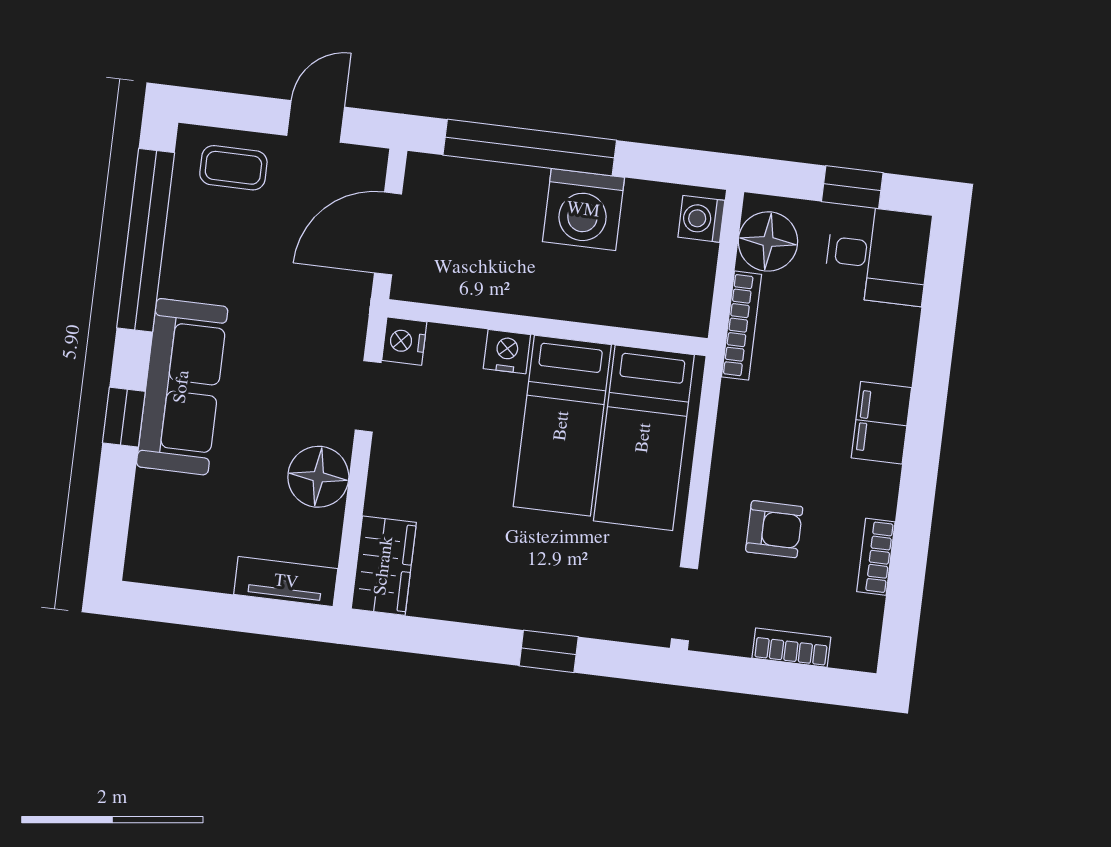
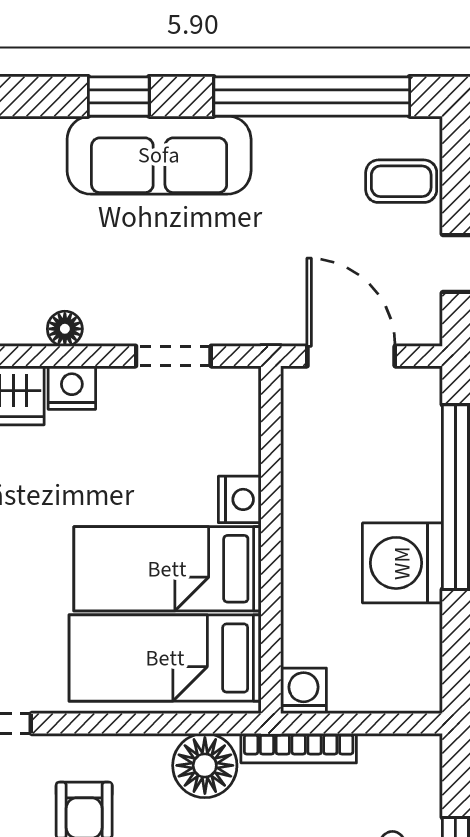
coffee table: (233, 168) -> (401, 181), turned 90
washing machine: (701, 219) -> (304, 691), moved
floor lamp: (768, 241) -> (205, 765), moved
nightstand: (404, 341) -> (72, 388), moved
floor lamp: (318, 477) -> (65, 329), width x0.53, depth x0.53

